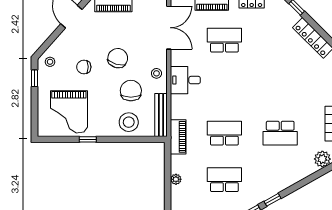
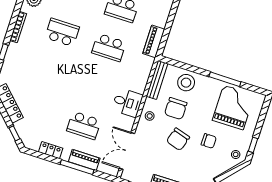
piano: (178, 137) -> (154, 41), moved
window: (88, 139) -> (225, 79), width x2.17
plant: (176, 179) -> (162, 22), removed

